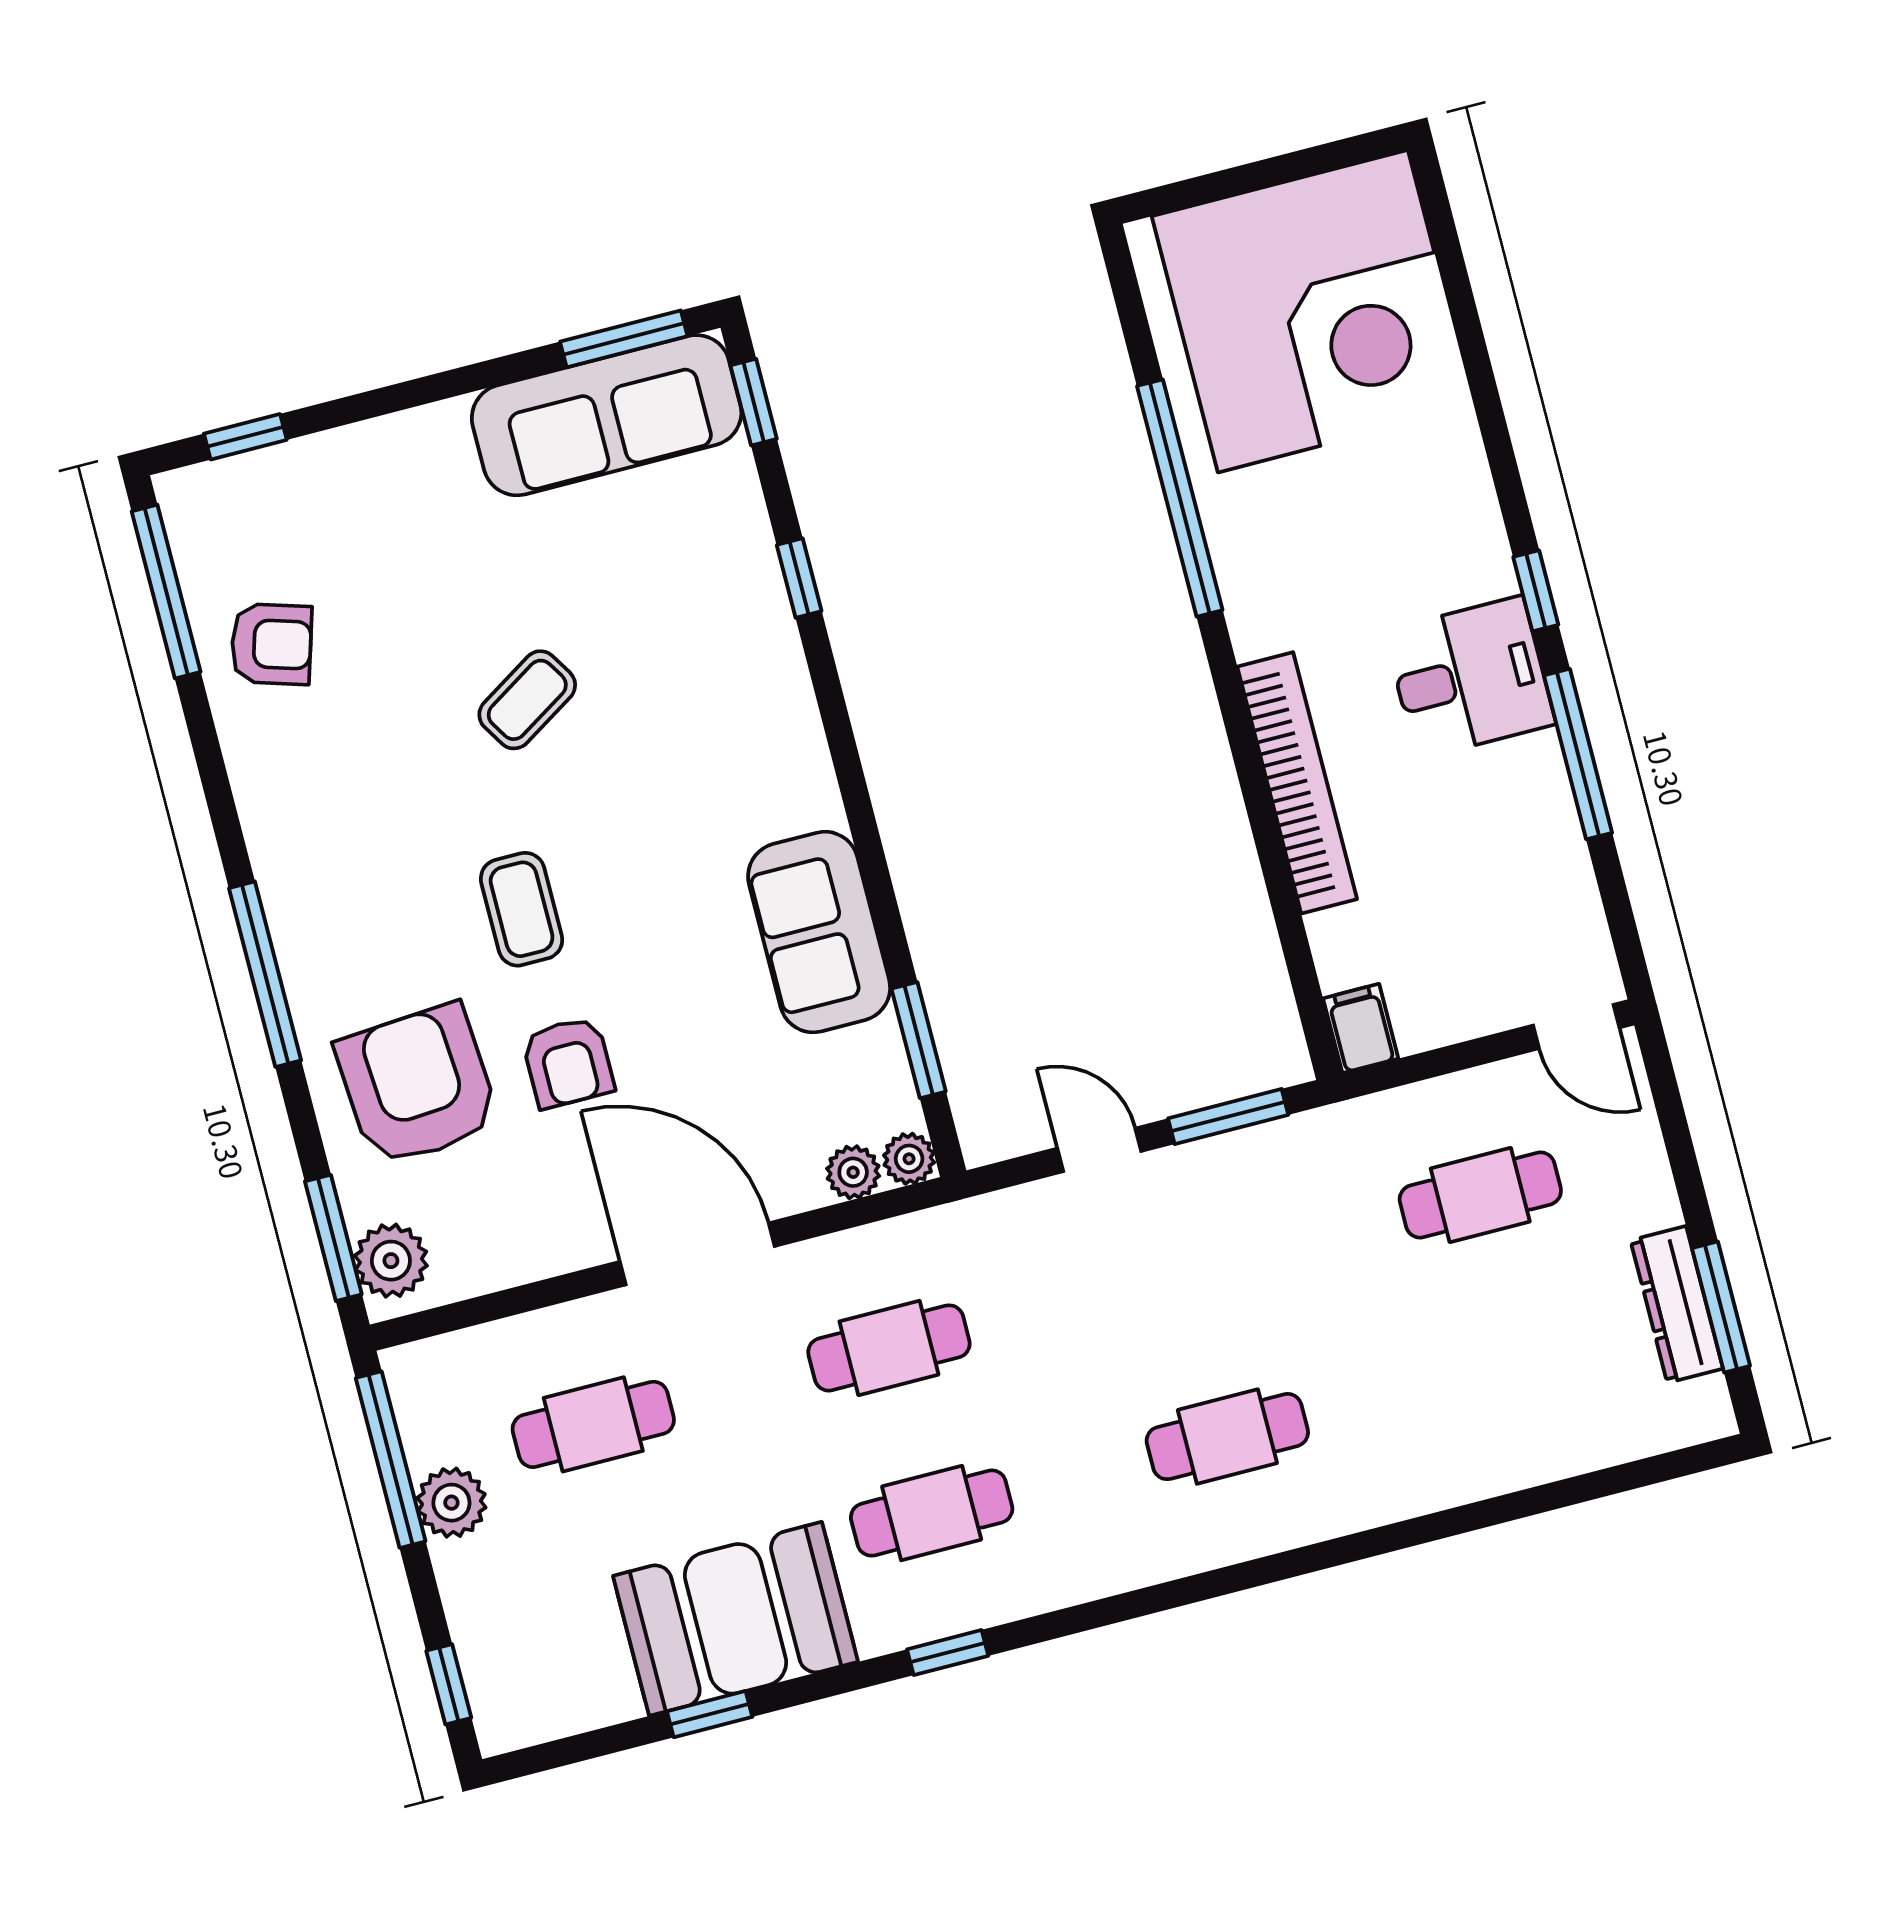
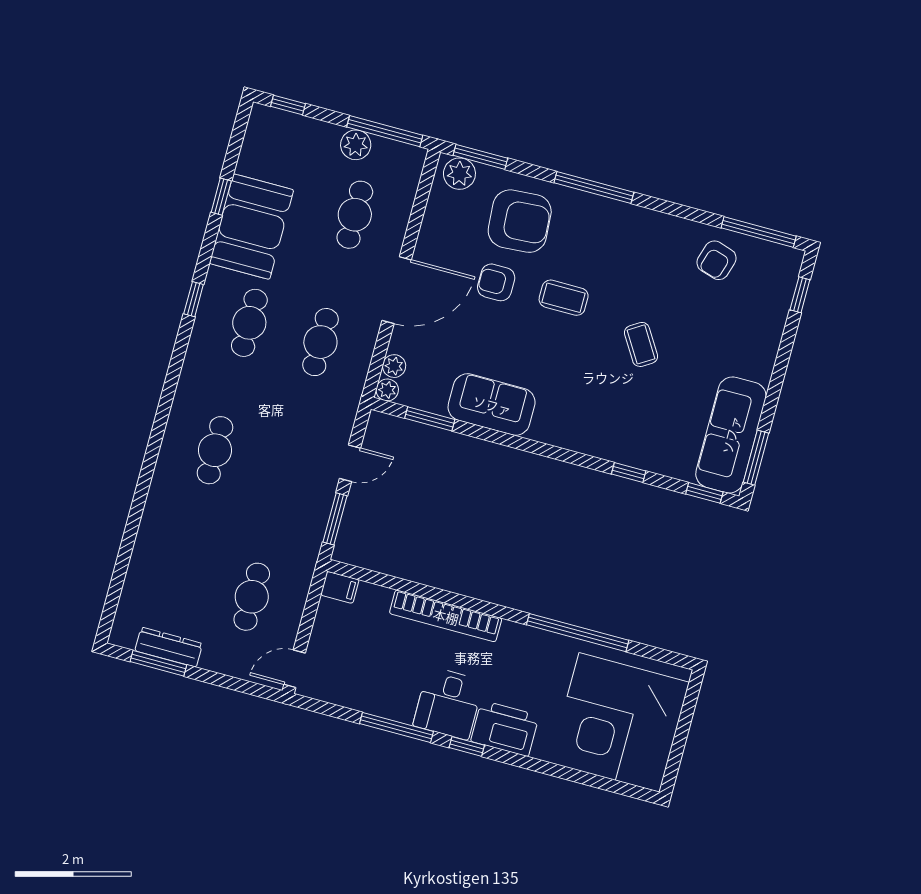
printer: (1456, 535) -> (505, 728), added

